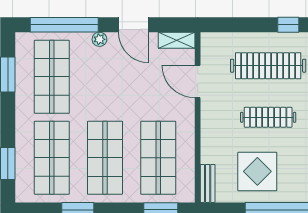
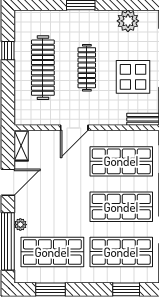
plant: (99, 39) -> (20, 225), moved
door: (198, 81) -> (74, 128), moved

